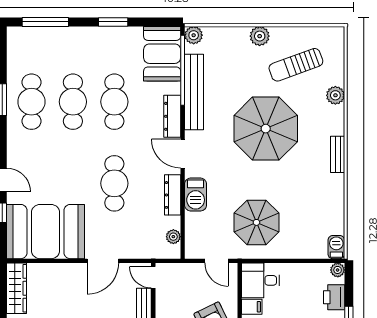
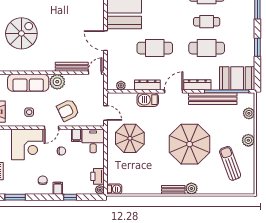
plant: (194, 35) -> (249, 113), moved
plant: (335, 95) -> (191, 188), moved
cafe table: (73, 102) -> (207, 22), width x0.73, depth x0.74
door: (217, 261) -> (106, 113), swing flipped
printer: (334, 297) -> (98, 176), moved, turned -90

